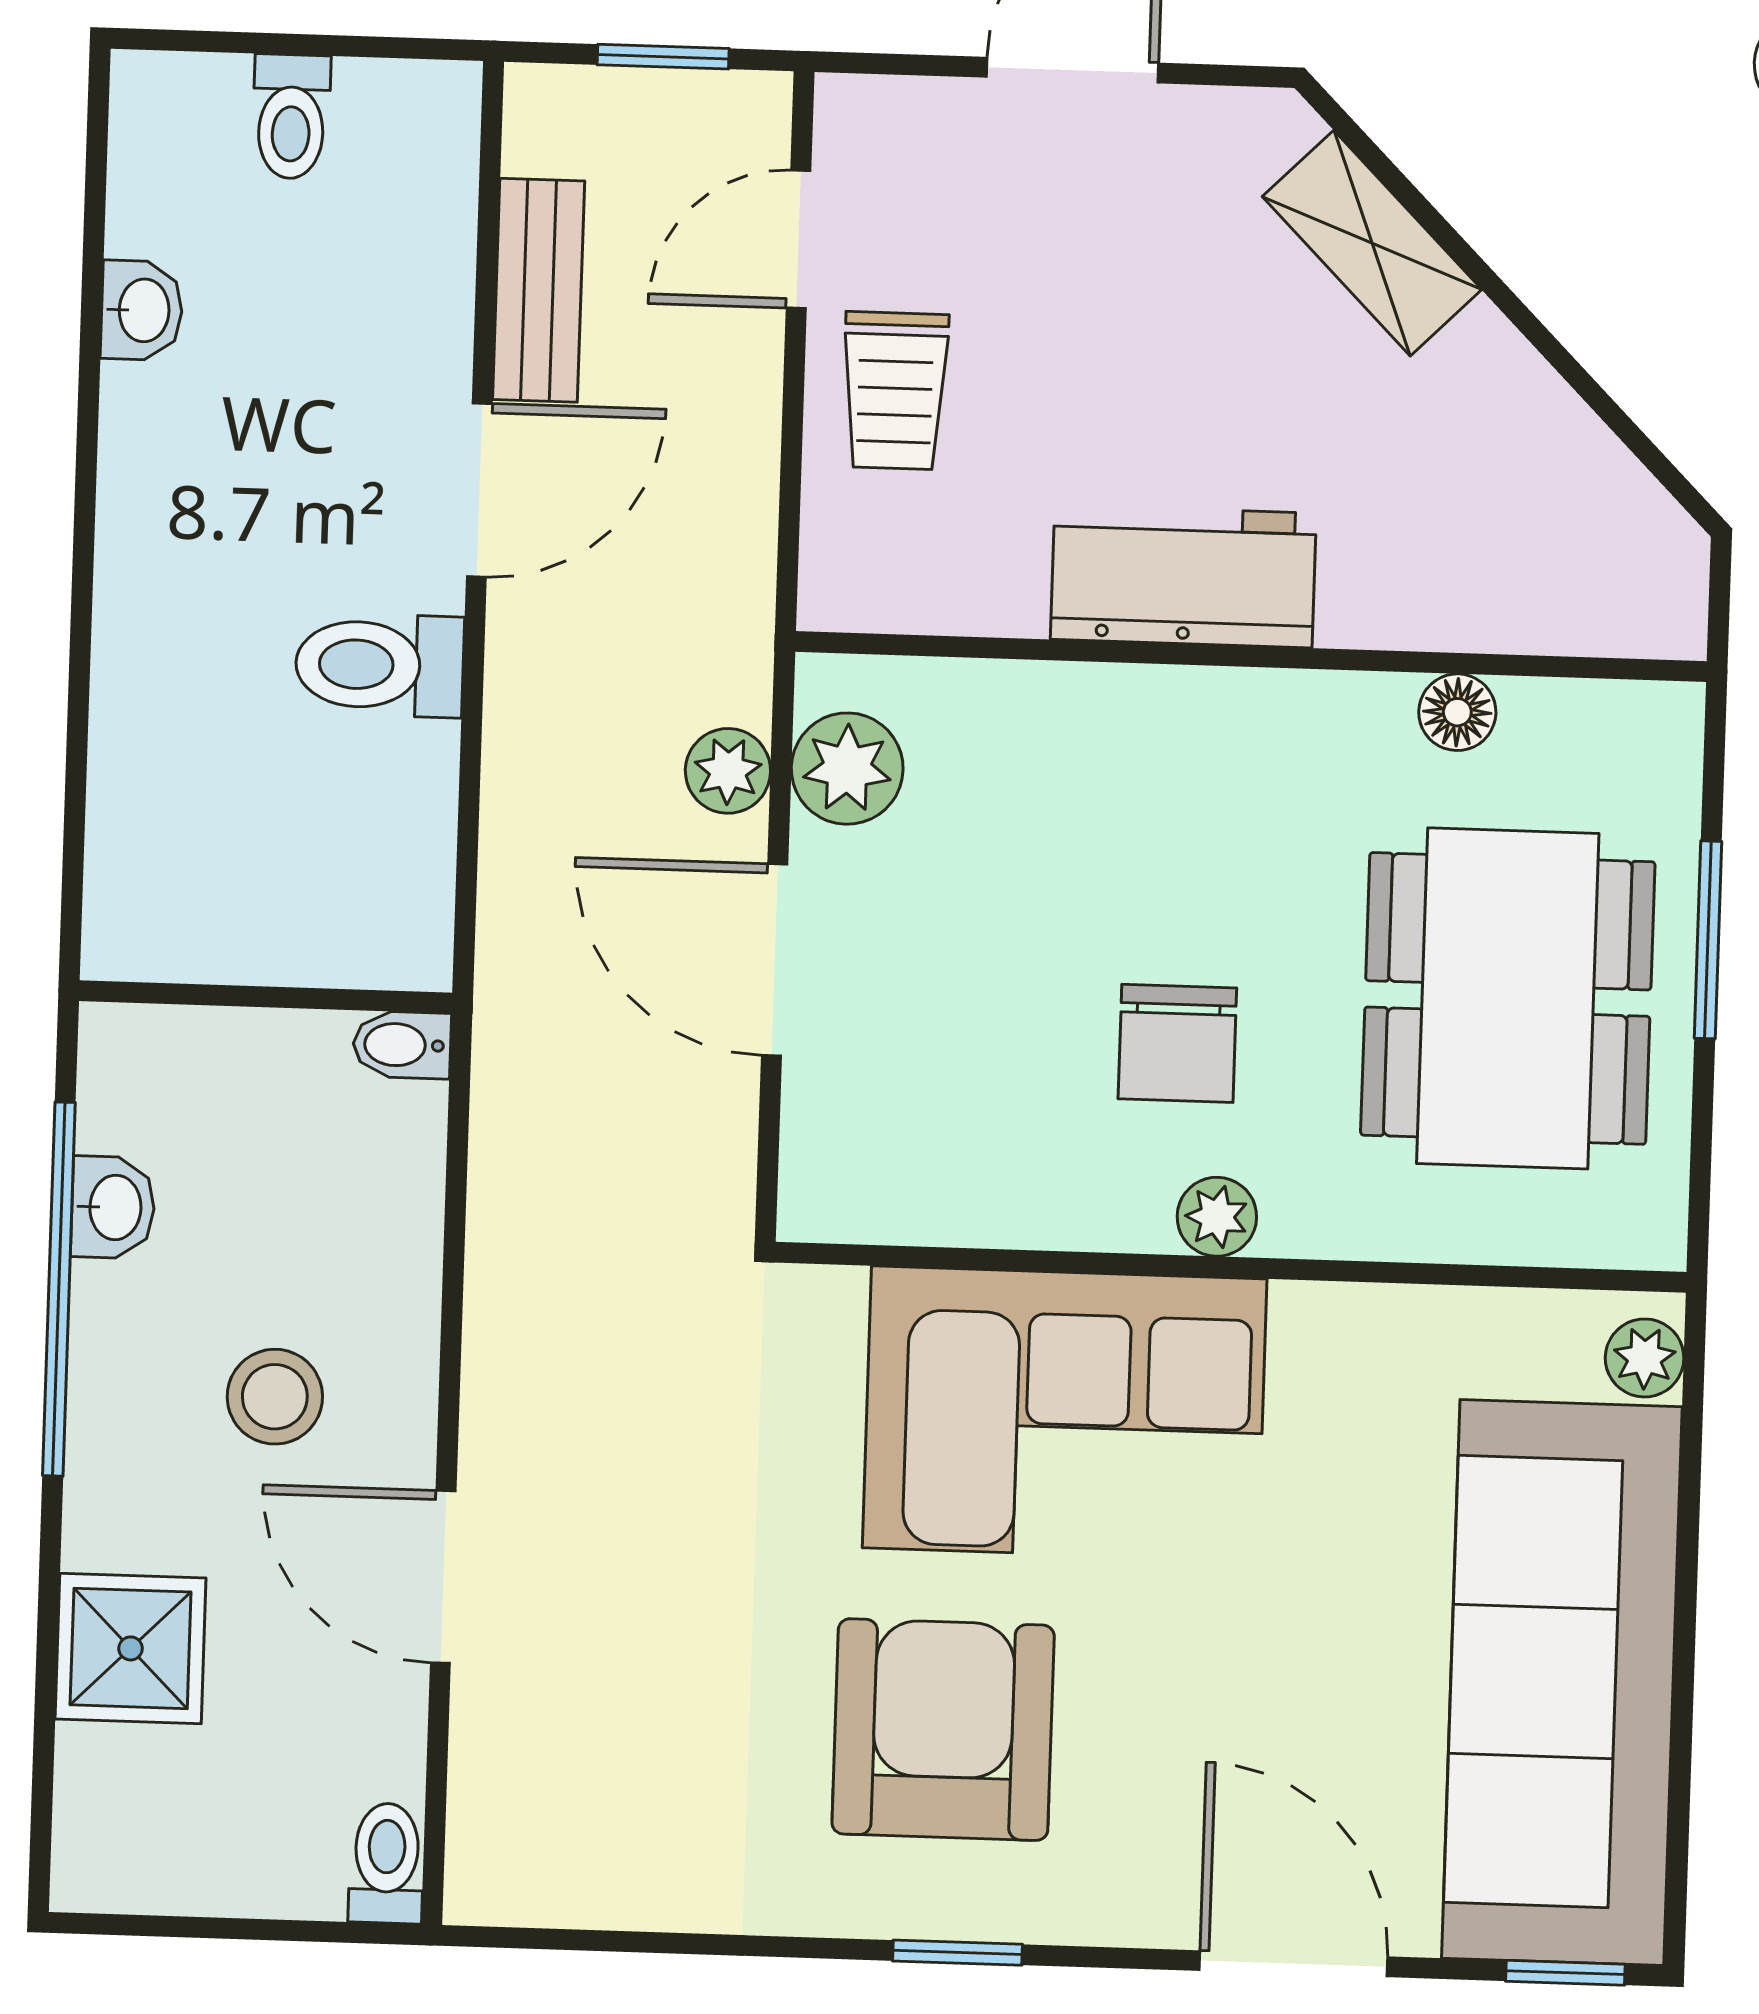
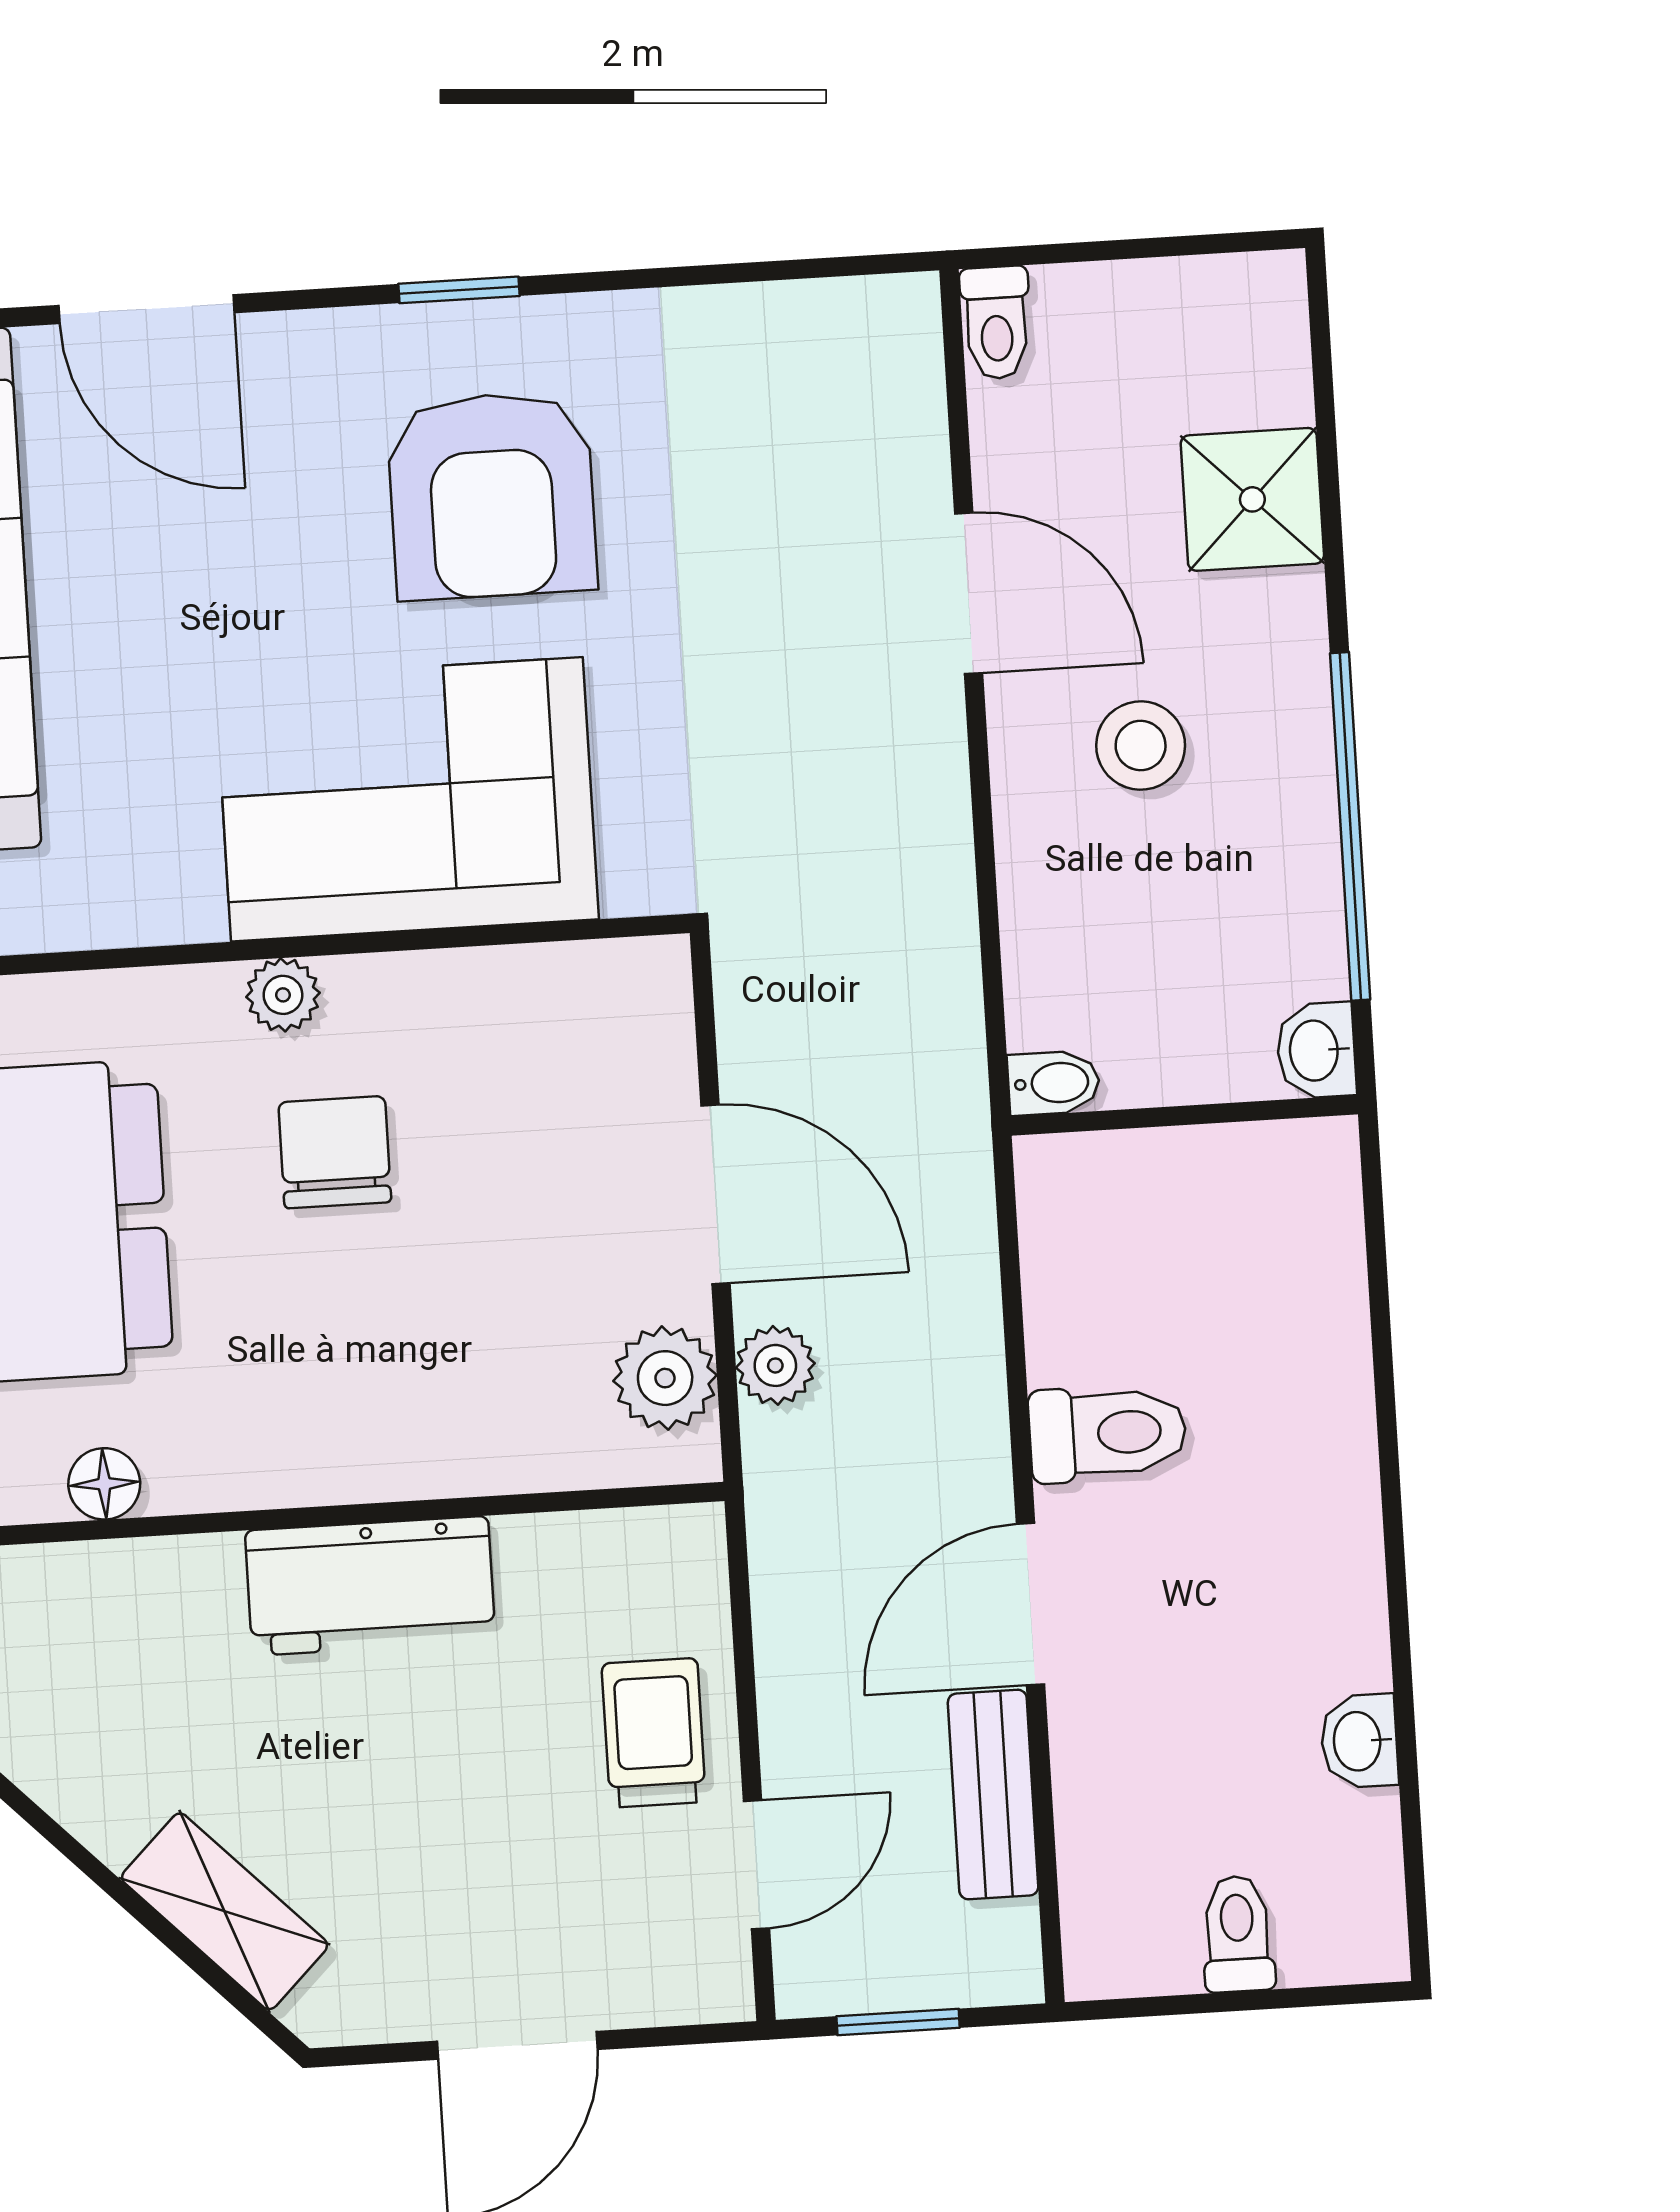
washbasin: (113, 1207) -> (1316, 1050), moved

